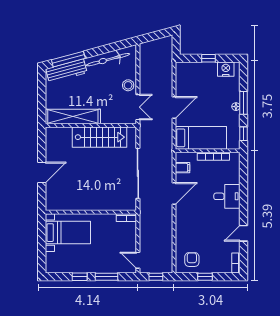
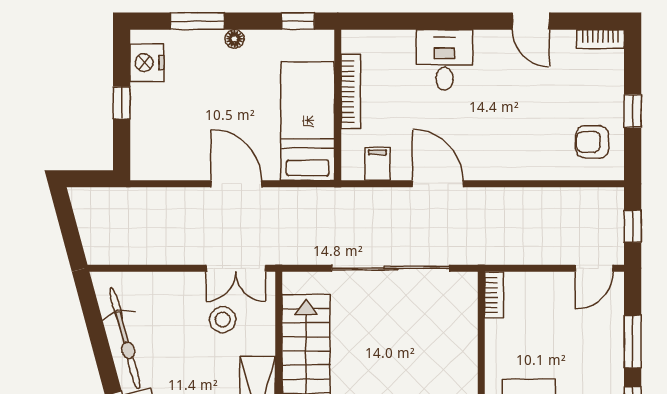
stool: (128, 85) -> (223, 320), moved
window: (244, 103) -> (198, 21), moved
double door: (138, 107) -> (236, 268), swing flipped

